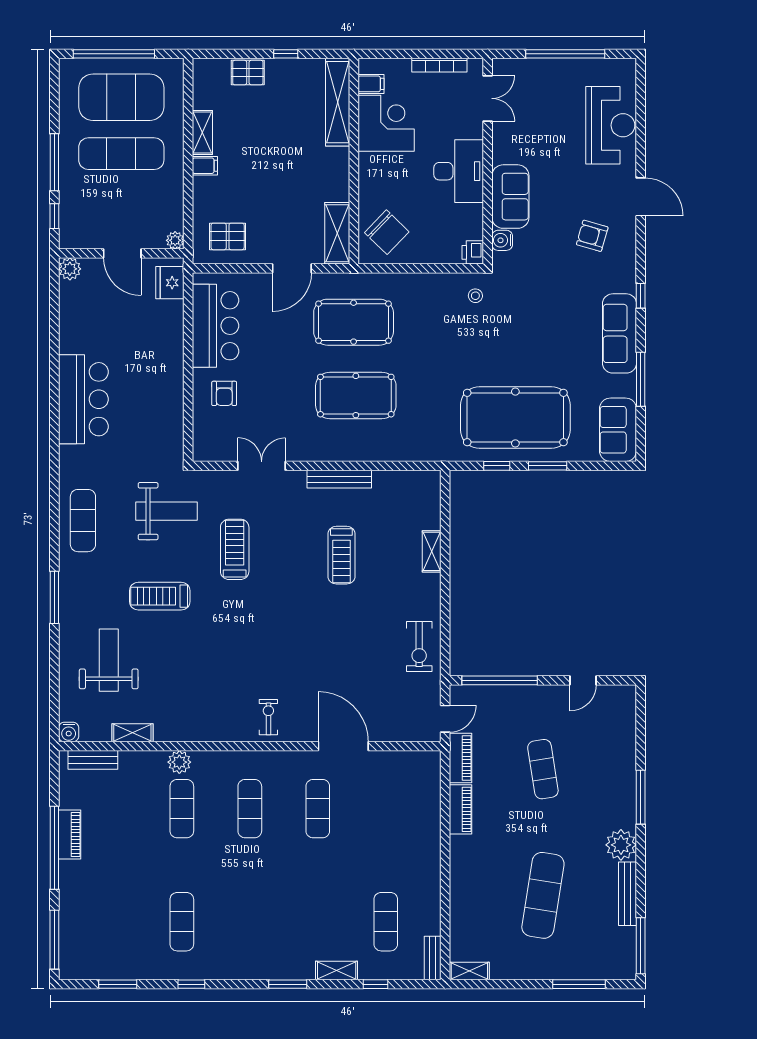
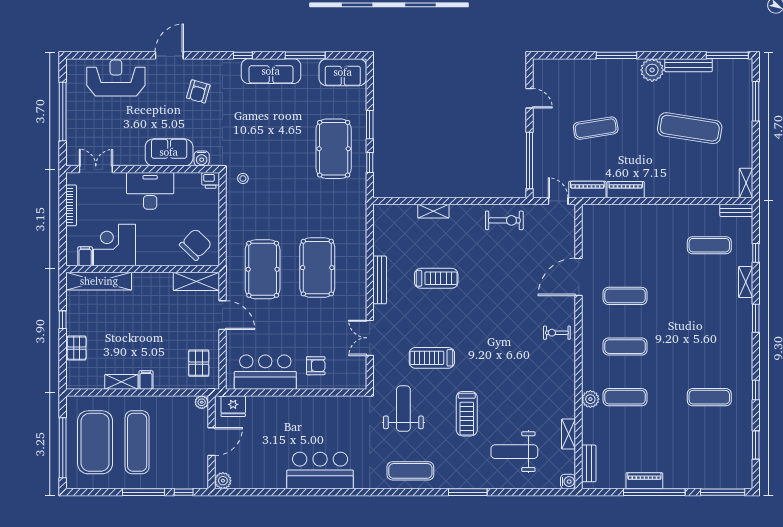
pool table: (515, 417) -> (334, 149), width x0.73, depth x0.76

